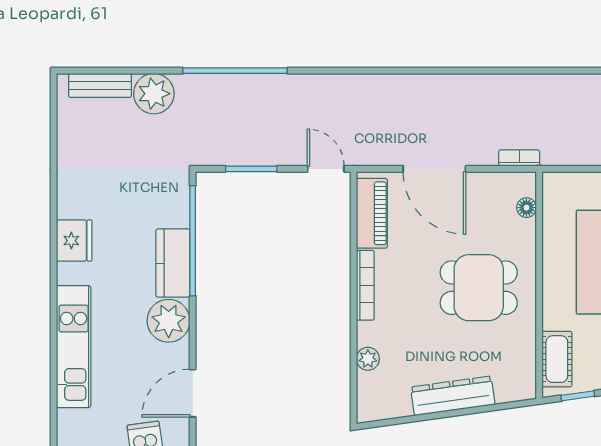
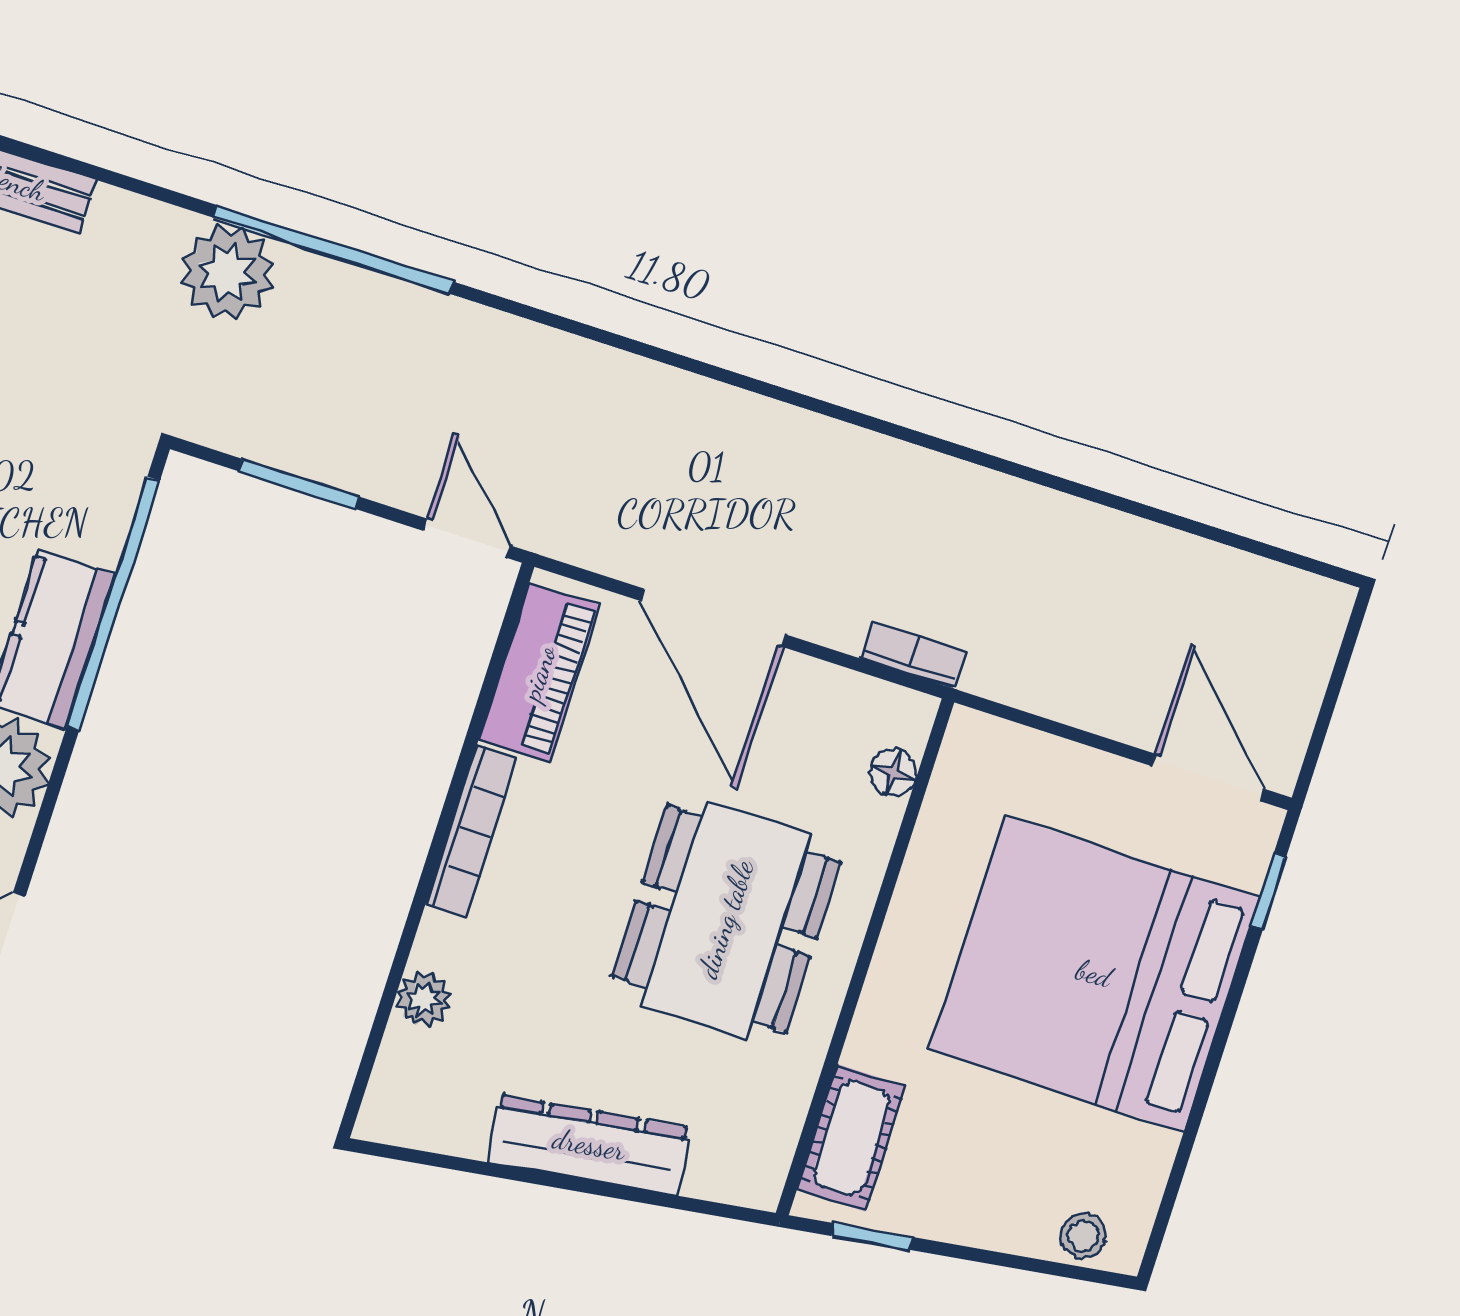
plant: (154, 94) -> (228, 273), moved
dining table: (479, 288) -> (726, 919), width x1.37

